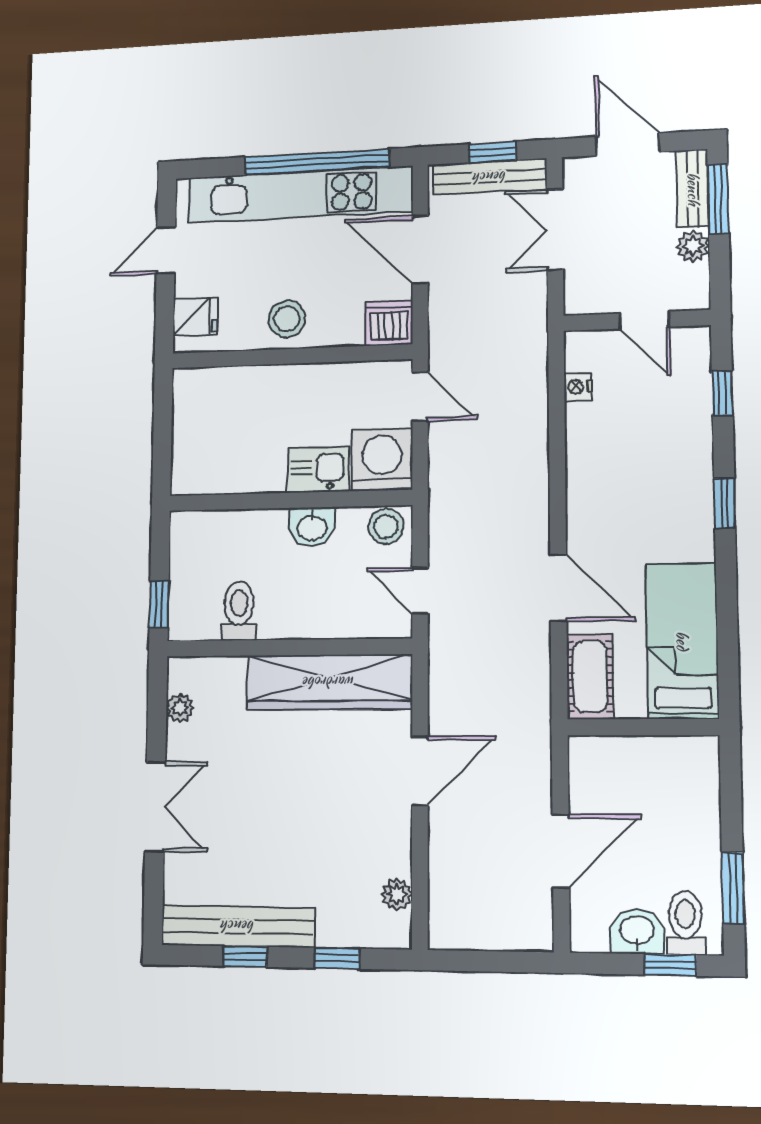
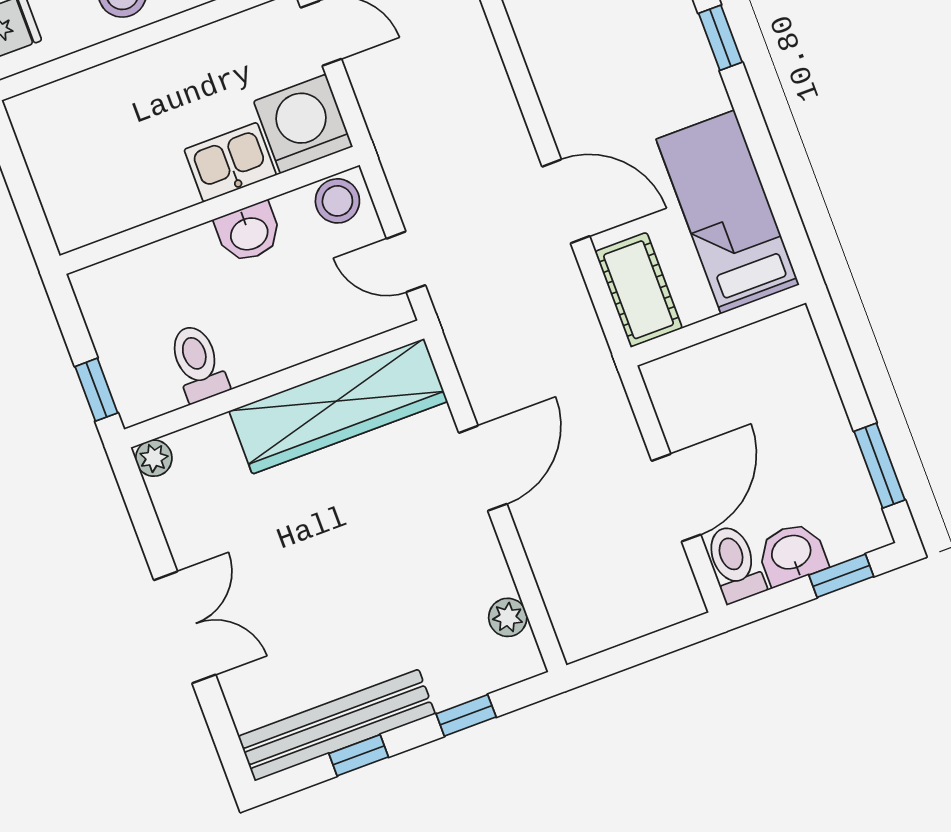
plant: (180, 708) -> (154, 458), moved
toilet: (685, 923) -> (735, 564), moved

